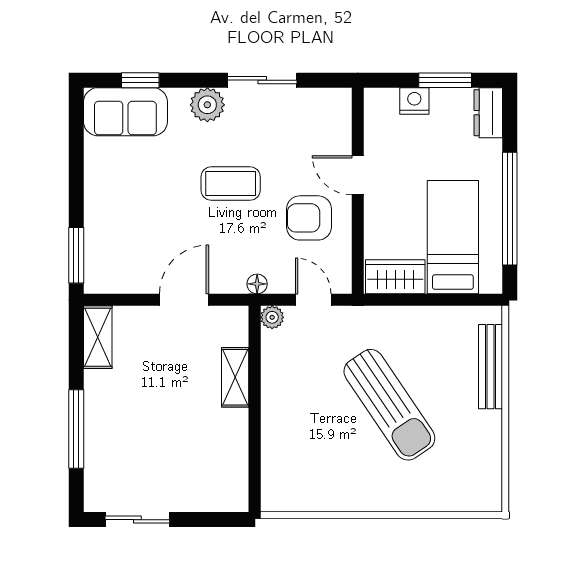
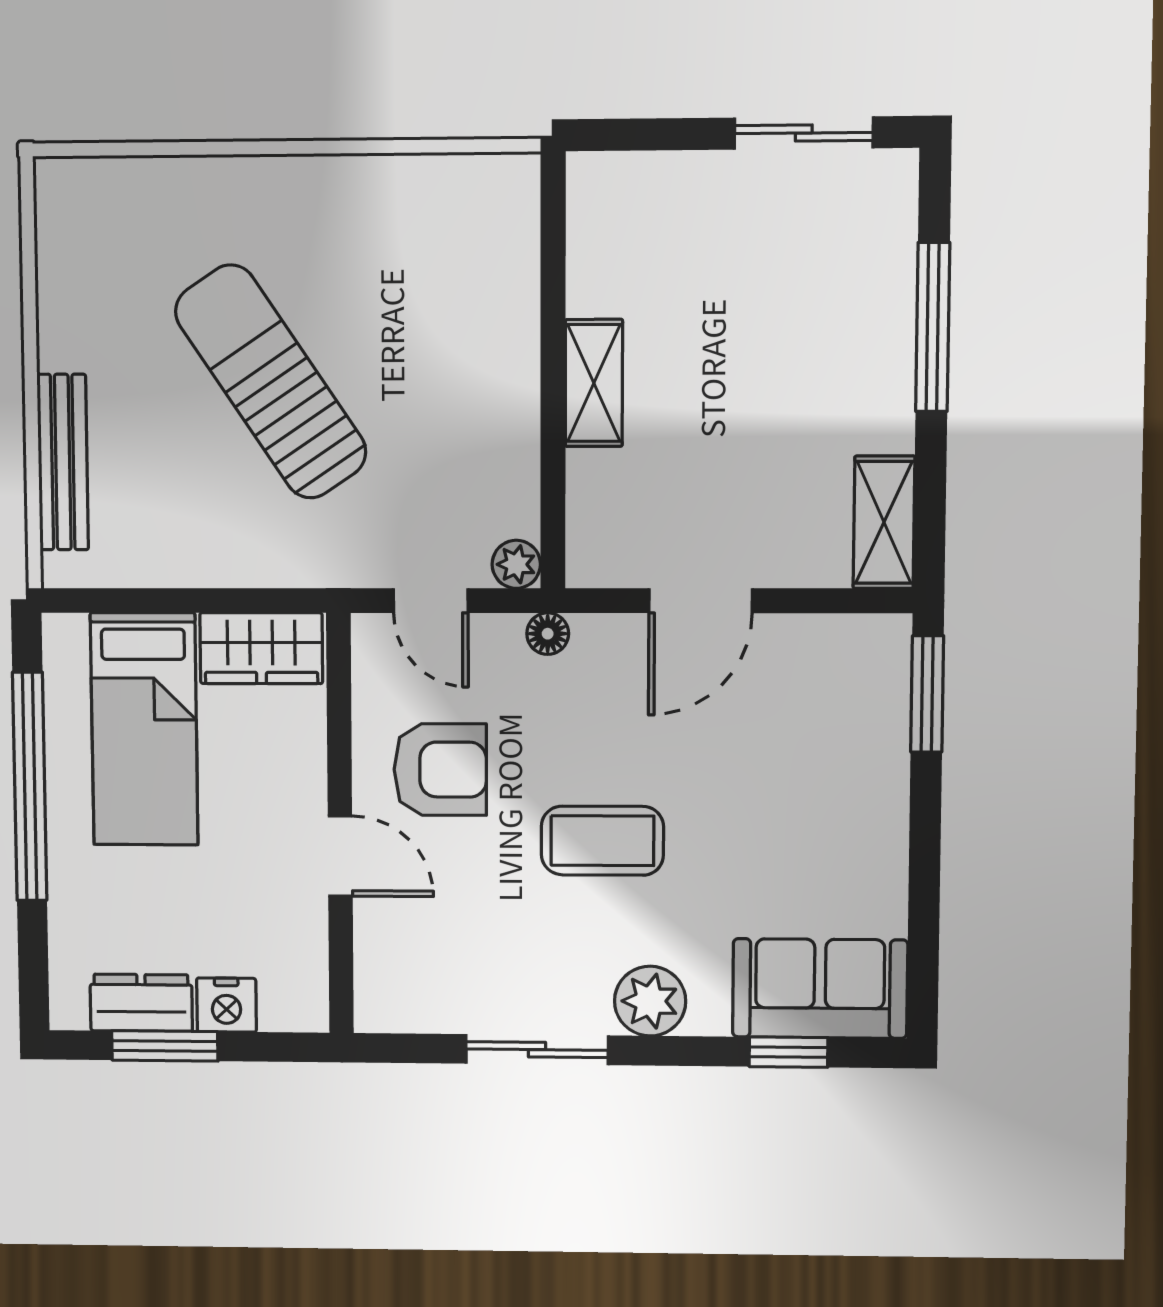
dresser: (488, 113) -> (141, 1003), moved, turned -90
shelving: (235, 377) -> (594, 383), moved

